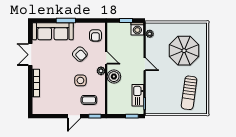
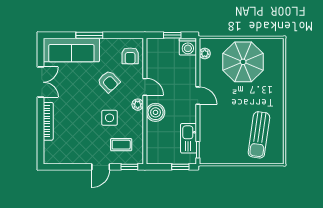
parasol: (184, 51) -> (243, 62), moved
double door: (30, 55) -> (40, 82), swing flipped

